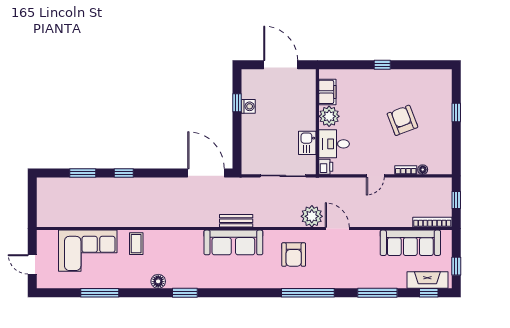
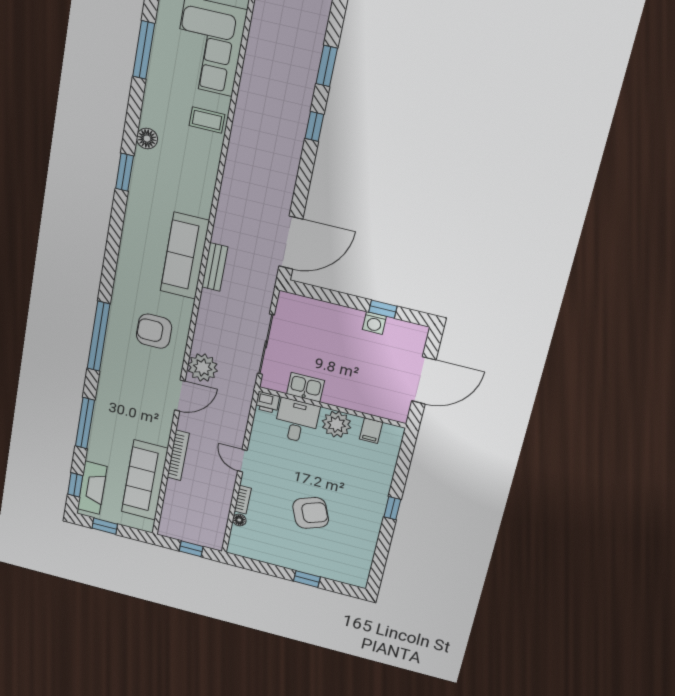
filing cabinet: (327, 92) -> (371, 431), width x0.50
bookcase: (432, 222) -> (178, 455), moved

